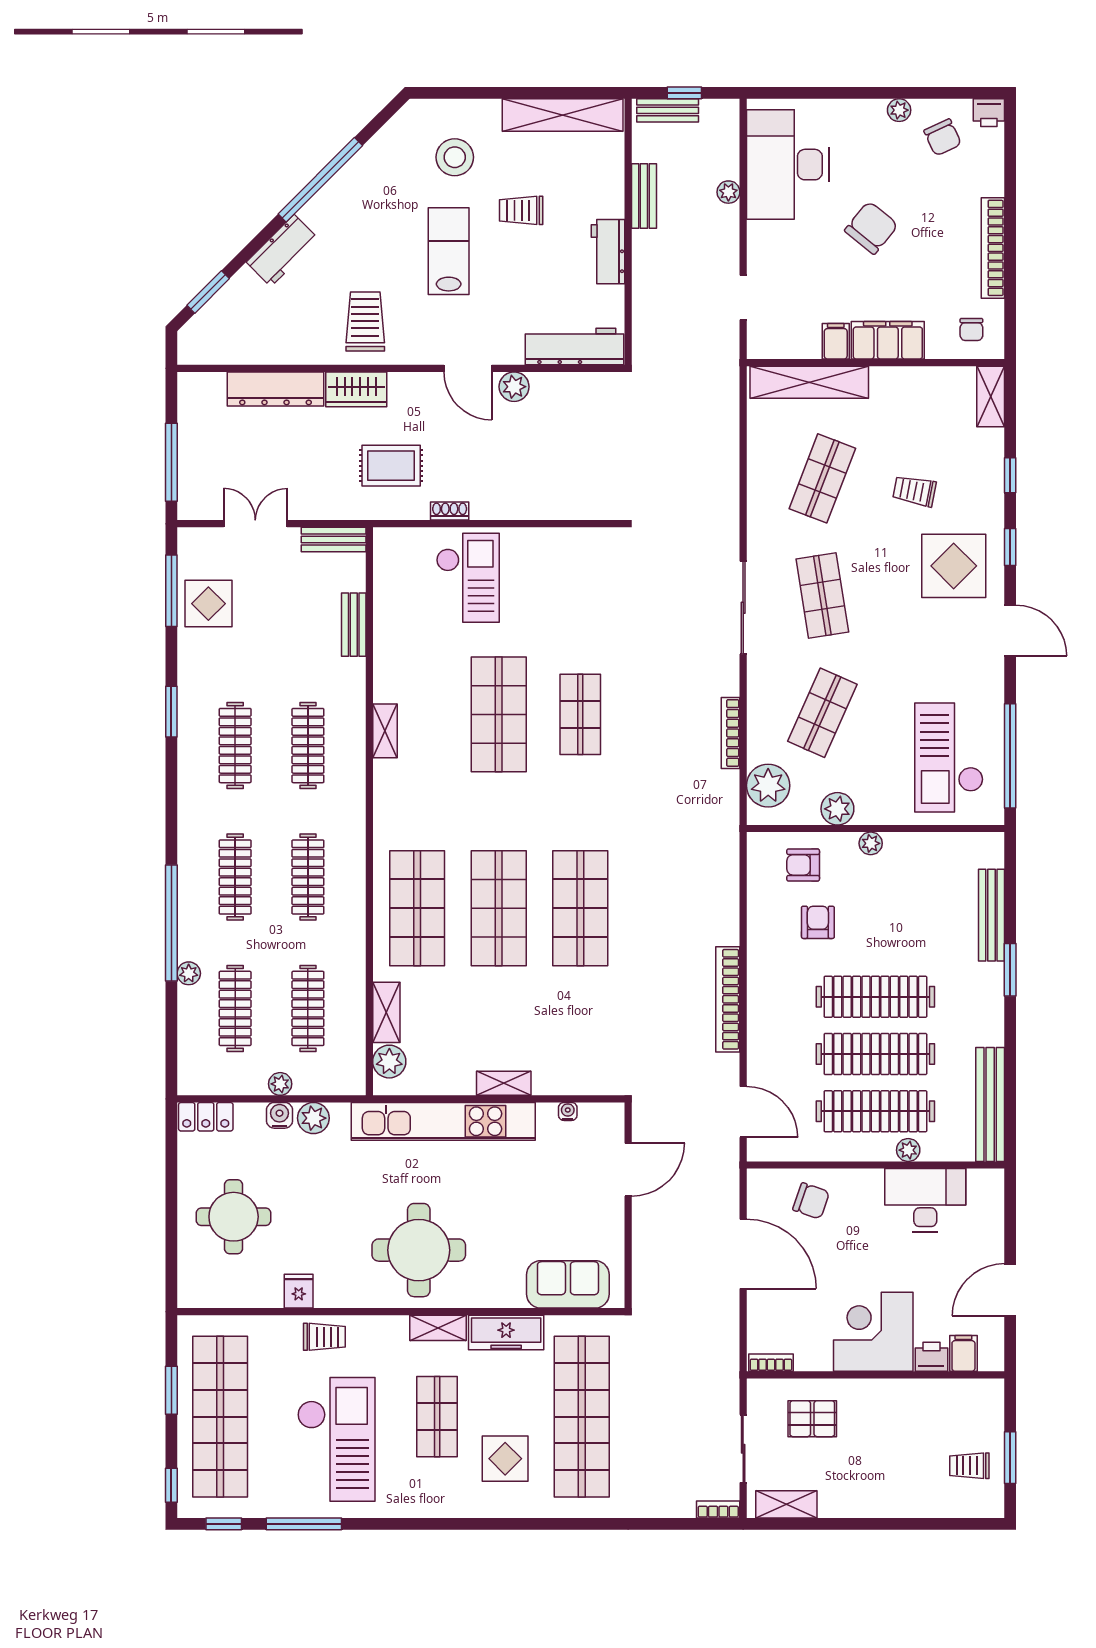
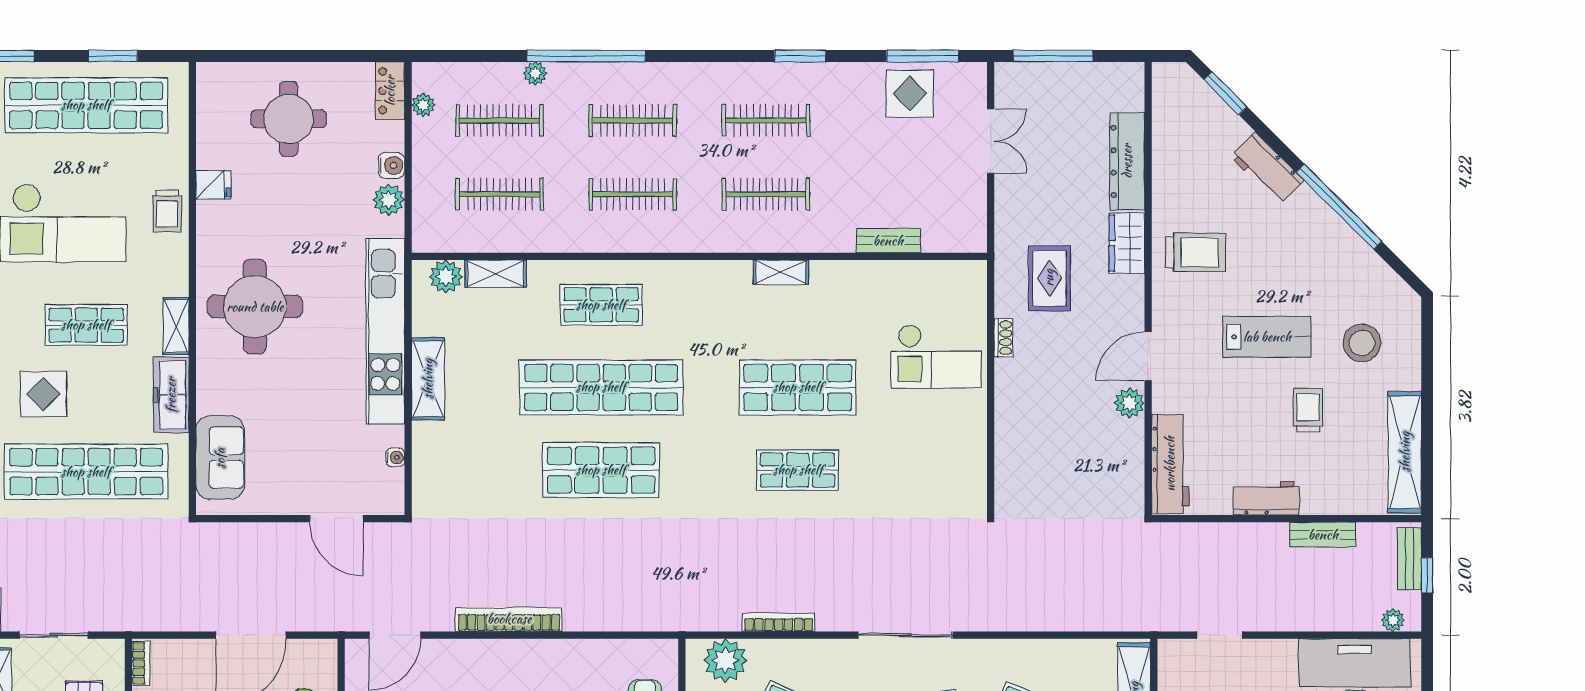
plant: (728, 192) -> (1393, 620), moved
bench: (334, 539) -> (975, 220), removed
shop shelf: (417, 908) -> (601, 305), width x0.70, depth x0.74
shop shelf: (499, 908) -> (601, 387), width x1.40
shelving: (504, 1083) -> (428, 379), width x1.50, depth x1.33
plant: (280, 1084) -> (423, 105), moved

